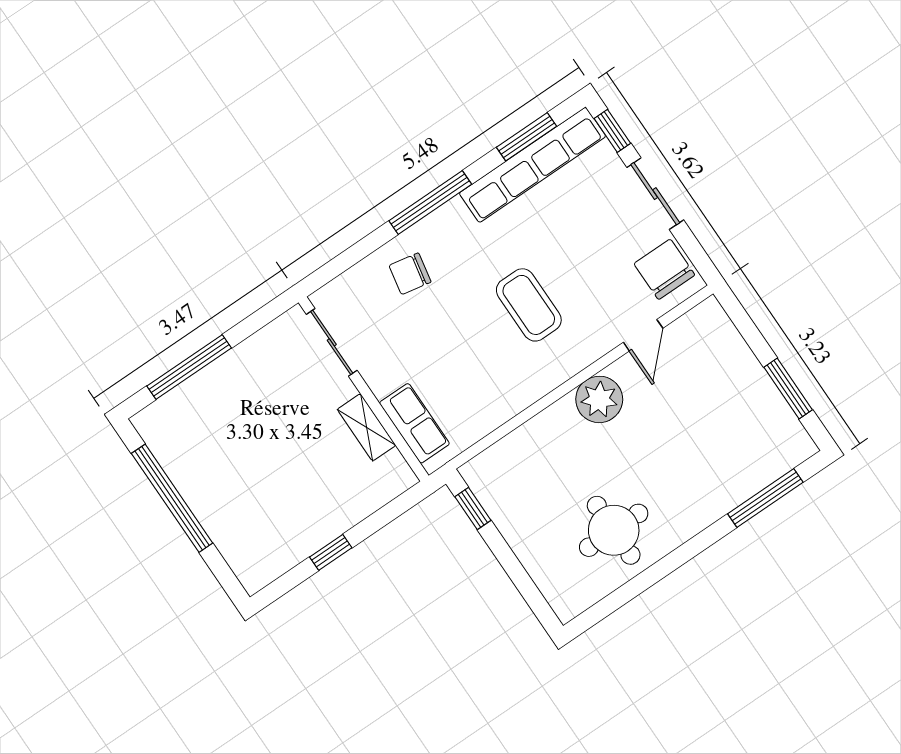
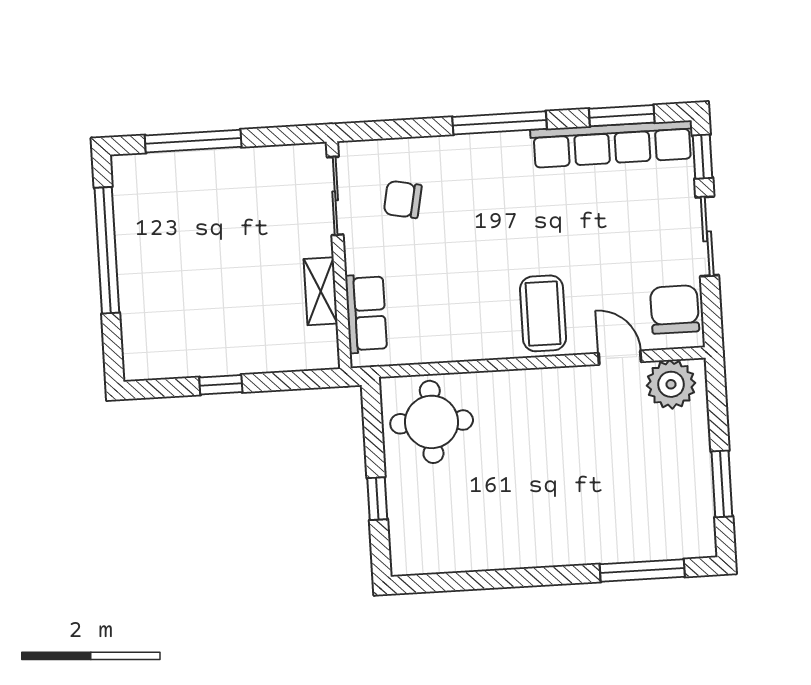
chair: (410, 274) -> (403, 199), moved
coffee table: (529, 305) -> (543, 313), moved
door: (643, 335) -> (620, 358), swing flipped
plant: (599, 399) -> (671, 384), moved
window: (473, 509) -> (377, 499), moved
round table: (614, 530) -> (432, 422), moved

